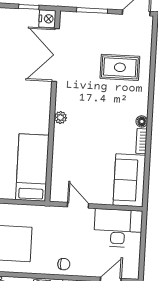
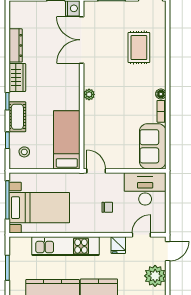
rug: (120, 67) -> (139, 48), turned 90
door: (78, 205) -> (96, 171), moved
chair: (64, 264) -> (107, 207), moved

